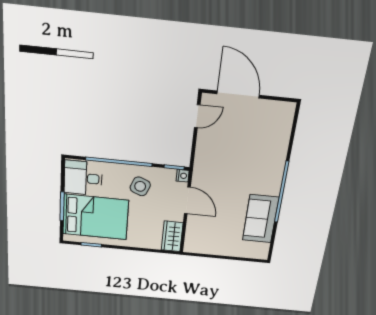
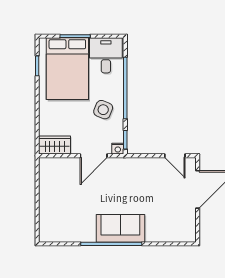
sofa: (261, 219) -> (120, 228), moved

